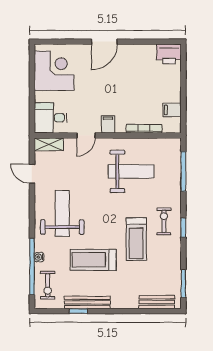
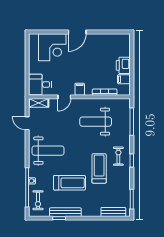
printer: (169, 54) -> (123, 65), moved, turned 90
corner desk: (54, 71) -> (52, 47), moved, turned 90
weight bench: (131, 171) -> (96, 122), turned 180
weight bench: (62, 213) -> (48, 151), turned 90
treadmill: (136, 239) -> (99, 168), turned 180
treadmill: (93, 260) -> (69, 183), turned 180

